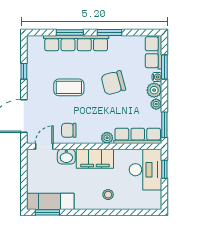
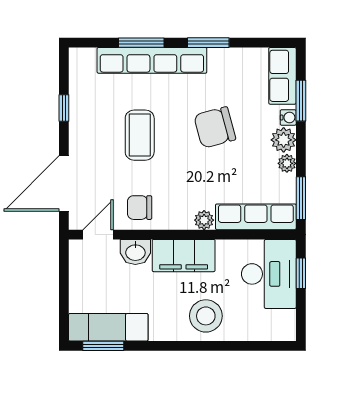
coffee table: (69, 87) -> (140, 135), turned 90
stool: (108, 195) -> (206, 316), width x1.89, depth x1.89

